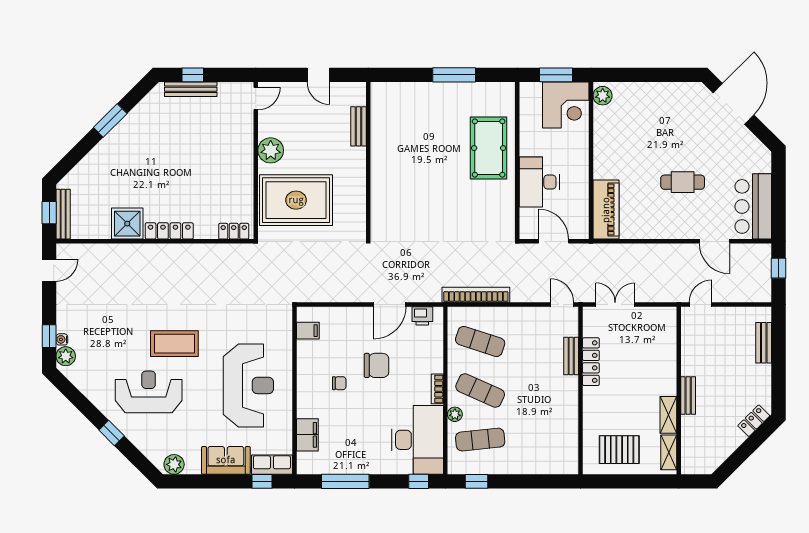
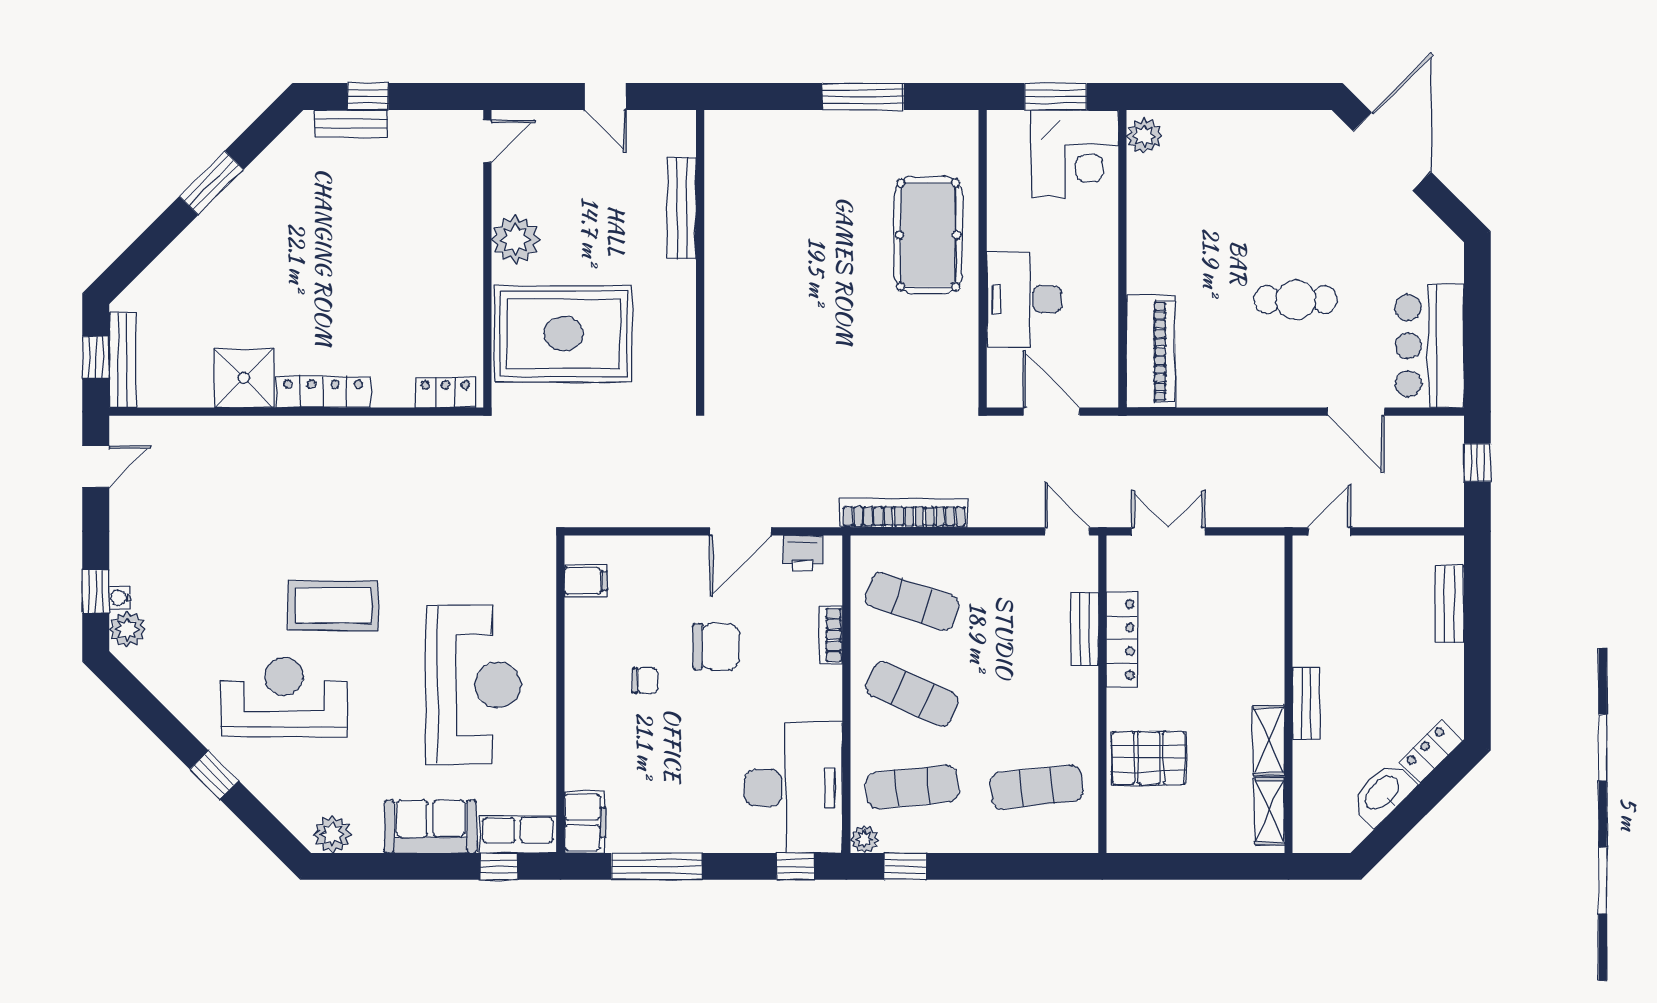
bench: (191, 89) -> (351, 124), width x0.73
bench: (359, 126) -> (682, 208), width x1.36
bookcase: (437, 389) -> (831, 635), moved
plant: (455, 414) -> (864, 839), moved
filing cabinet: (307, 435) -> (585, 822), moved
exercise mat: (546, 440) -> (1036, 787), added
washbasin: (729, 443) -> (1383, 794), added
pallet: (619, 450) -> (1149, 758), moved

